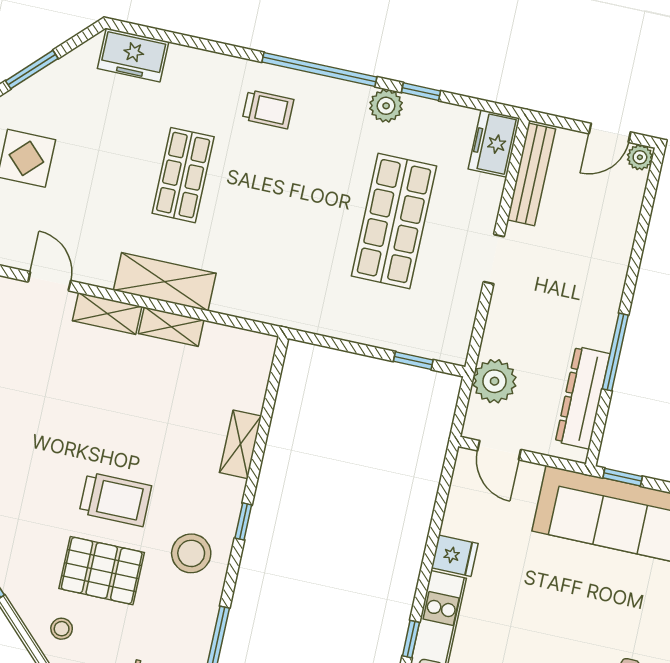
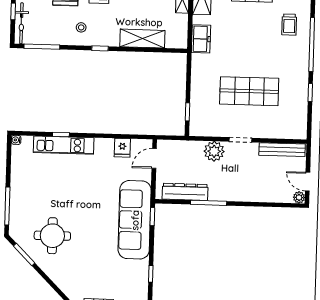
plant: (386, 106) -> (301, 78), removed
freezer: (494, 144) -> (201, 39), moved, turned 90
plant: (495, 381) -> (214, 151), moved
shelving: (240, 444) -> (142, 39), width x1.50, depth x1.33
stool: (191, 553) -> (81, 27), width x0.53, depth x0.53
fridge: (455, 556) -> (122, 148), moved

